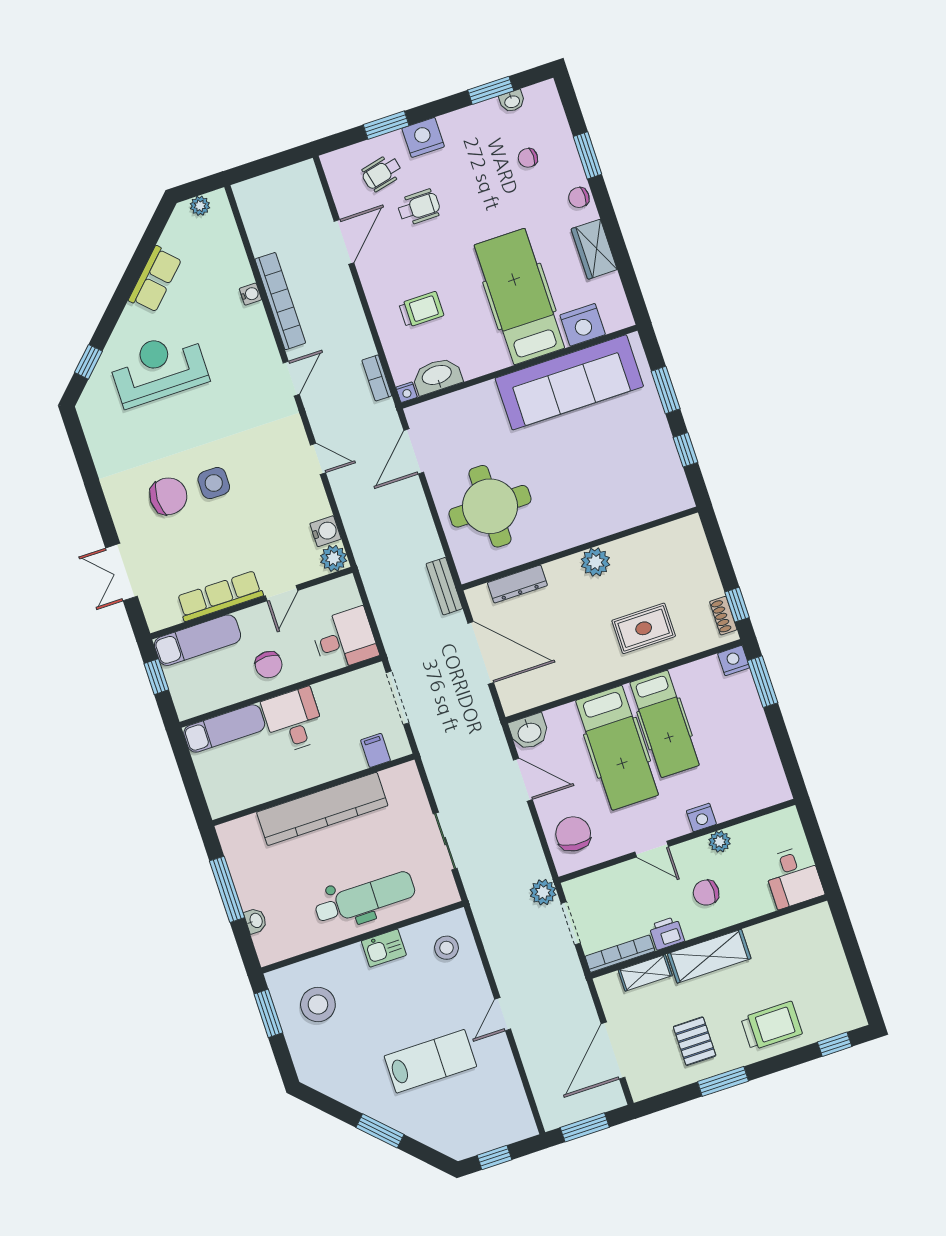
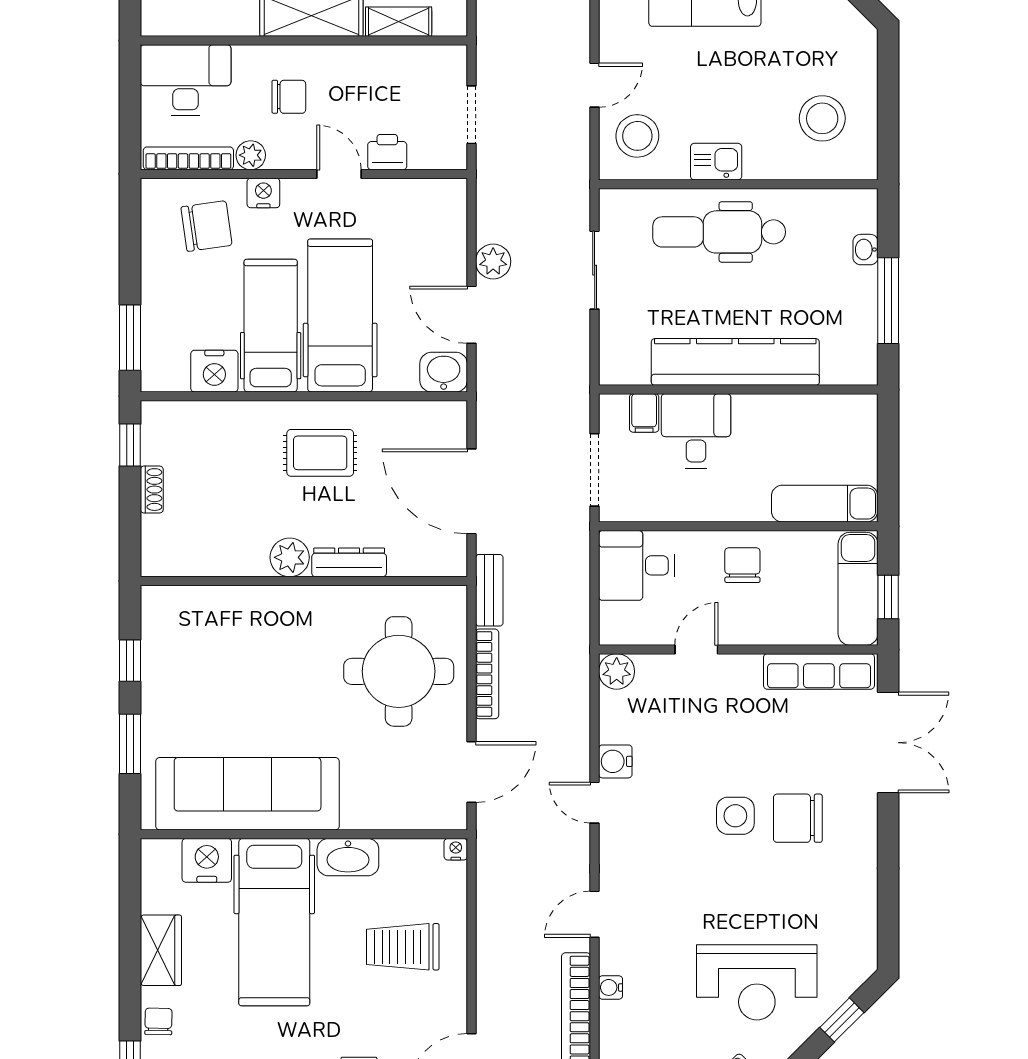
chair: (579, 198) -> (158, 1021), turned -89
water cooler: (250, 294) -> (611, 987), moved
trolley: (421, 309) -> (403, 947), width x1.36, depth x1.39
washbasin: (437, 376) -> (348, 857), moved
bookcase: (377, 378) -> (487, 674), moved, width x1.56
water cooler: (326, 531) -> (615, 761), moved
double door: (122, 572) -> (888, 743), width x1.37
dresser: (517, 584) -> (349, 562), moved
row of seats: (220, 596) -> (819, 671), moved
shoe rack: (723, 616) -> (152, 490), moved
rug: (644, 628) -> (320, 453), moved
exam couch: (198, 640) -> (858, 589), moved, turned -90
nightstand: (734, 661) -> (214, 371), moved, width x1.36, depth x1.33
desk: (294, 720) -> (696, 431), moved, turned 180
chair: (573, 834) -> (207, 226), moved, turned -105
desk: (793, 877) -> (186, 80), width x1.37
plant: (543, 892) -> (493, 261), moved
printer: (667, 933) -> (387, 152), moved, turned 180
stool: (446, 948) -> (637, 136), width x1.38, depth x1.38
bookcase: (620, 954) -> (188, 158), moved, turned 180
window: (268, 1013) -> (888, 128), removed
door: (503, 1014) -> (595, 85), moved

